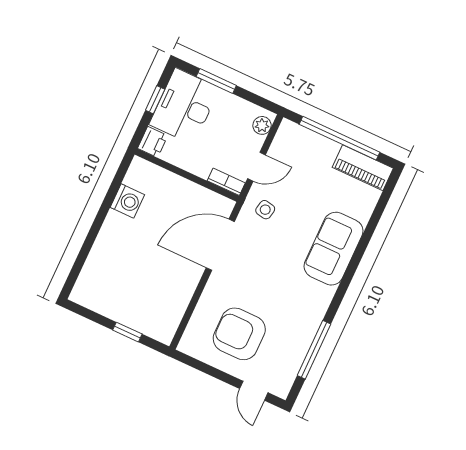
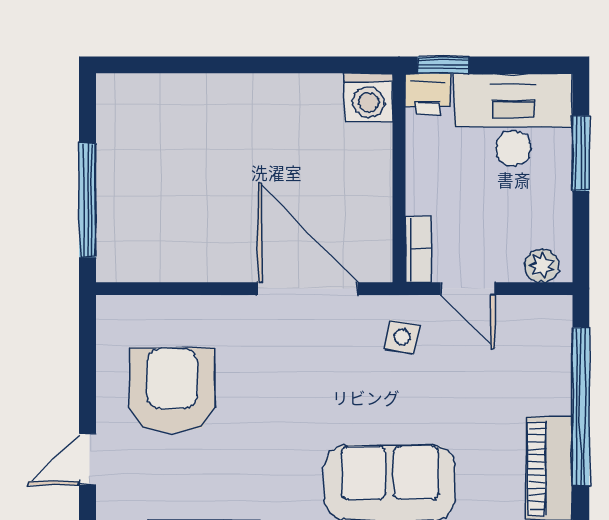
window: (155, 100) -> (443, 65), moved
washing machine: (127, 201) -> (368, 98), moved
window: (127, 332) -> (87, 200), width x2.17

